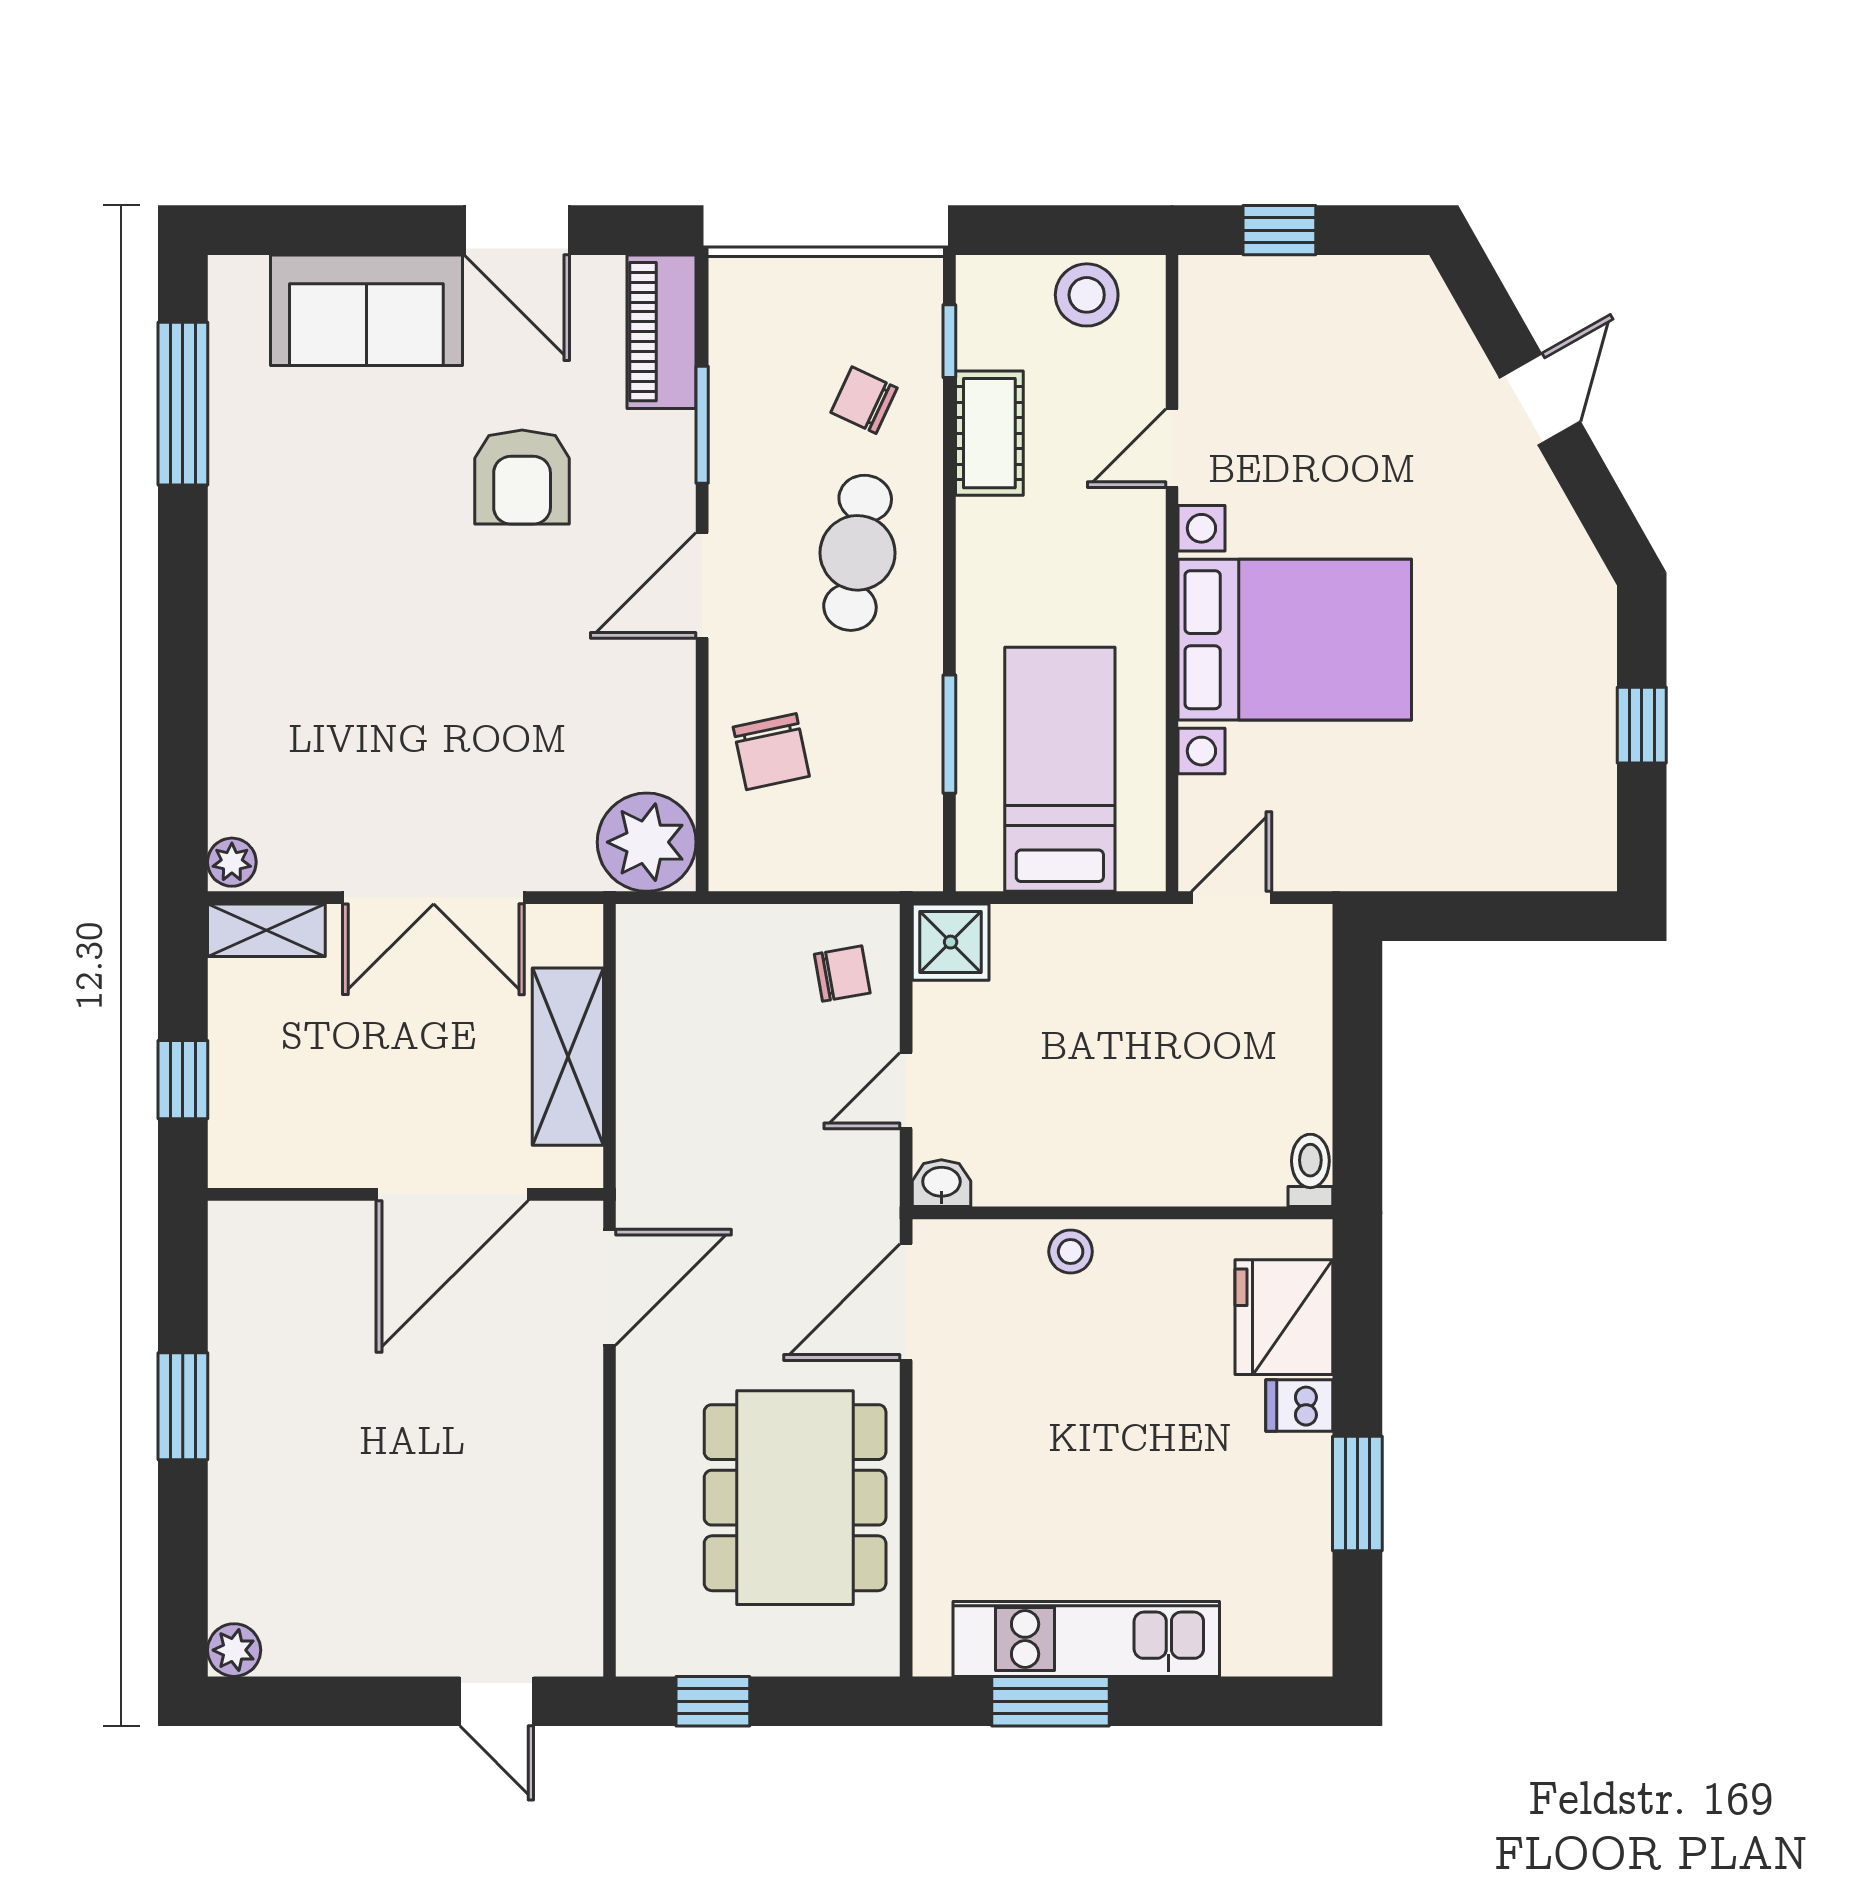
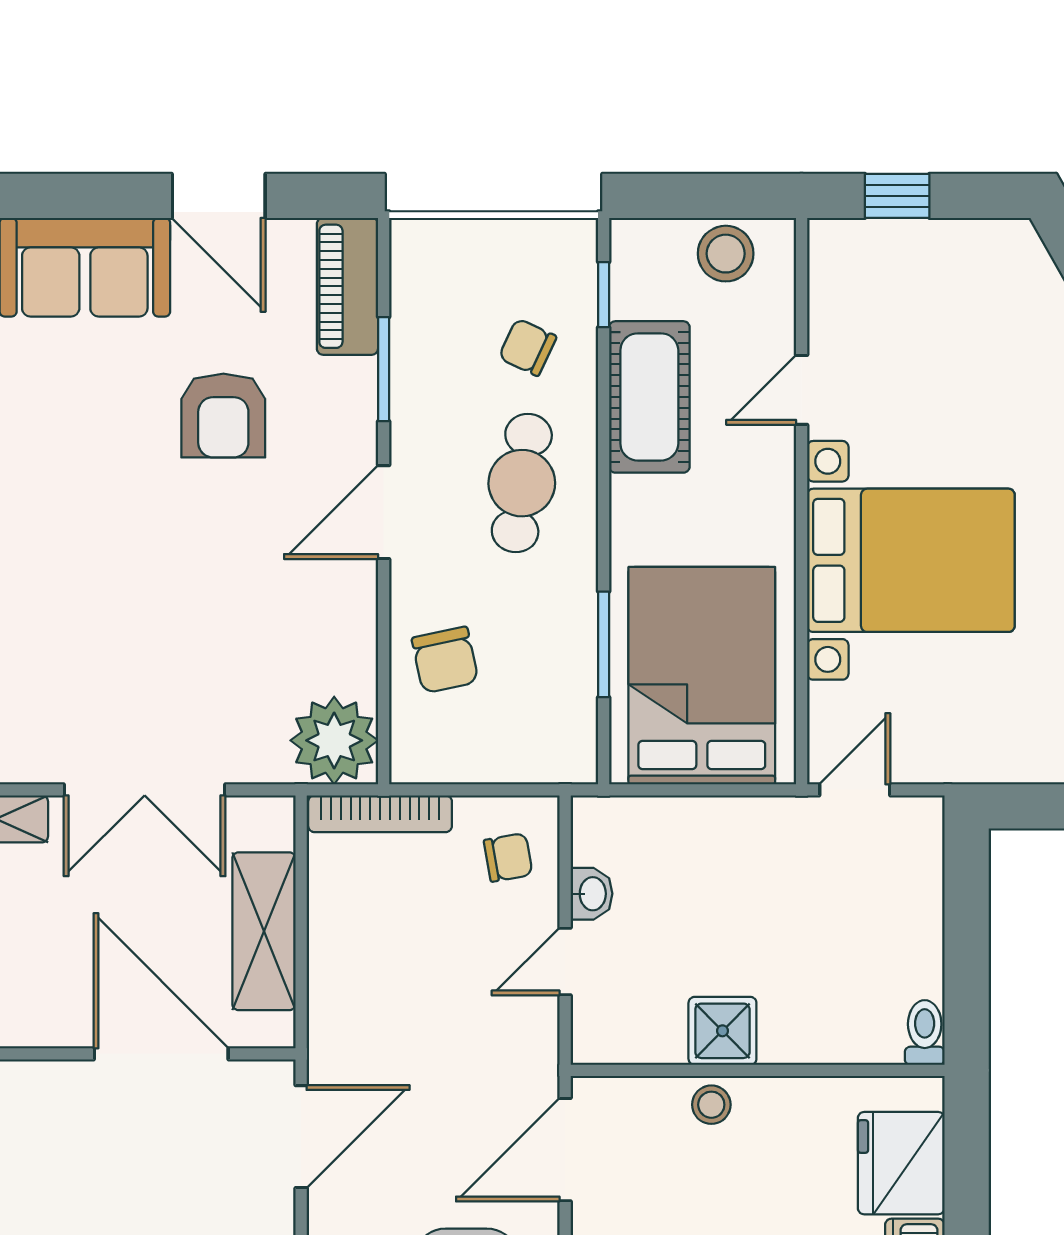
cot: (989, 433) -> (649, 397), width x1.37, depth x1.34
bed: (1060, 769) -> (702, 676), width x1.50
bookcase: (698, 924) -> (380, 814), added
shower: (951, 942) -> (722, 1031), moved
washbasin: (941, 1183) -> (592, 894), moved, turned 90
door: (452, 1194) -> (161, 1054), swing flipped

